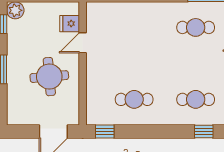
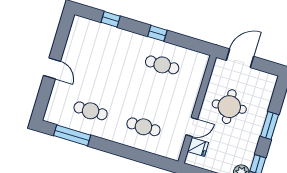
cafe table: (196, 99) -> (143, 127), moved
window: (105, 131) -> (157, 33), moved

